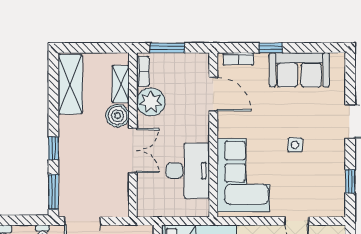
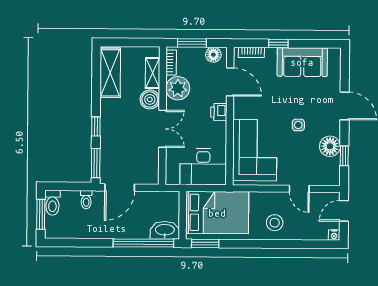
floor lamp: (193, 62) -> (213, 55), added
printer: (200, 130) -> (219, 112), added
floor lamp: (333, 170) -> (330, 146), added
desk: (188, 171) -> (203, 167), moved, turned 90

